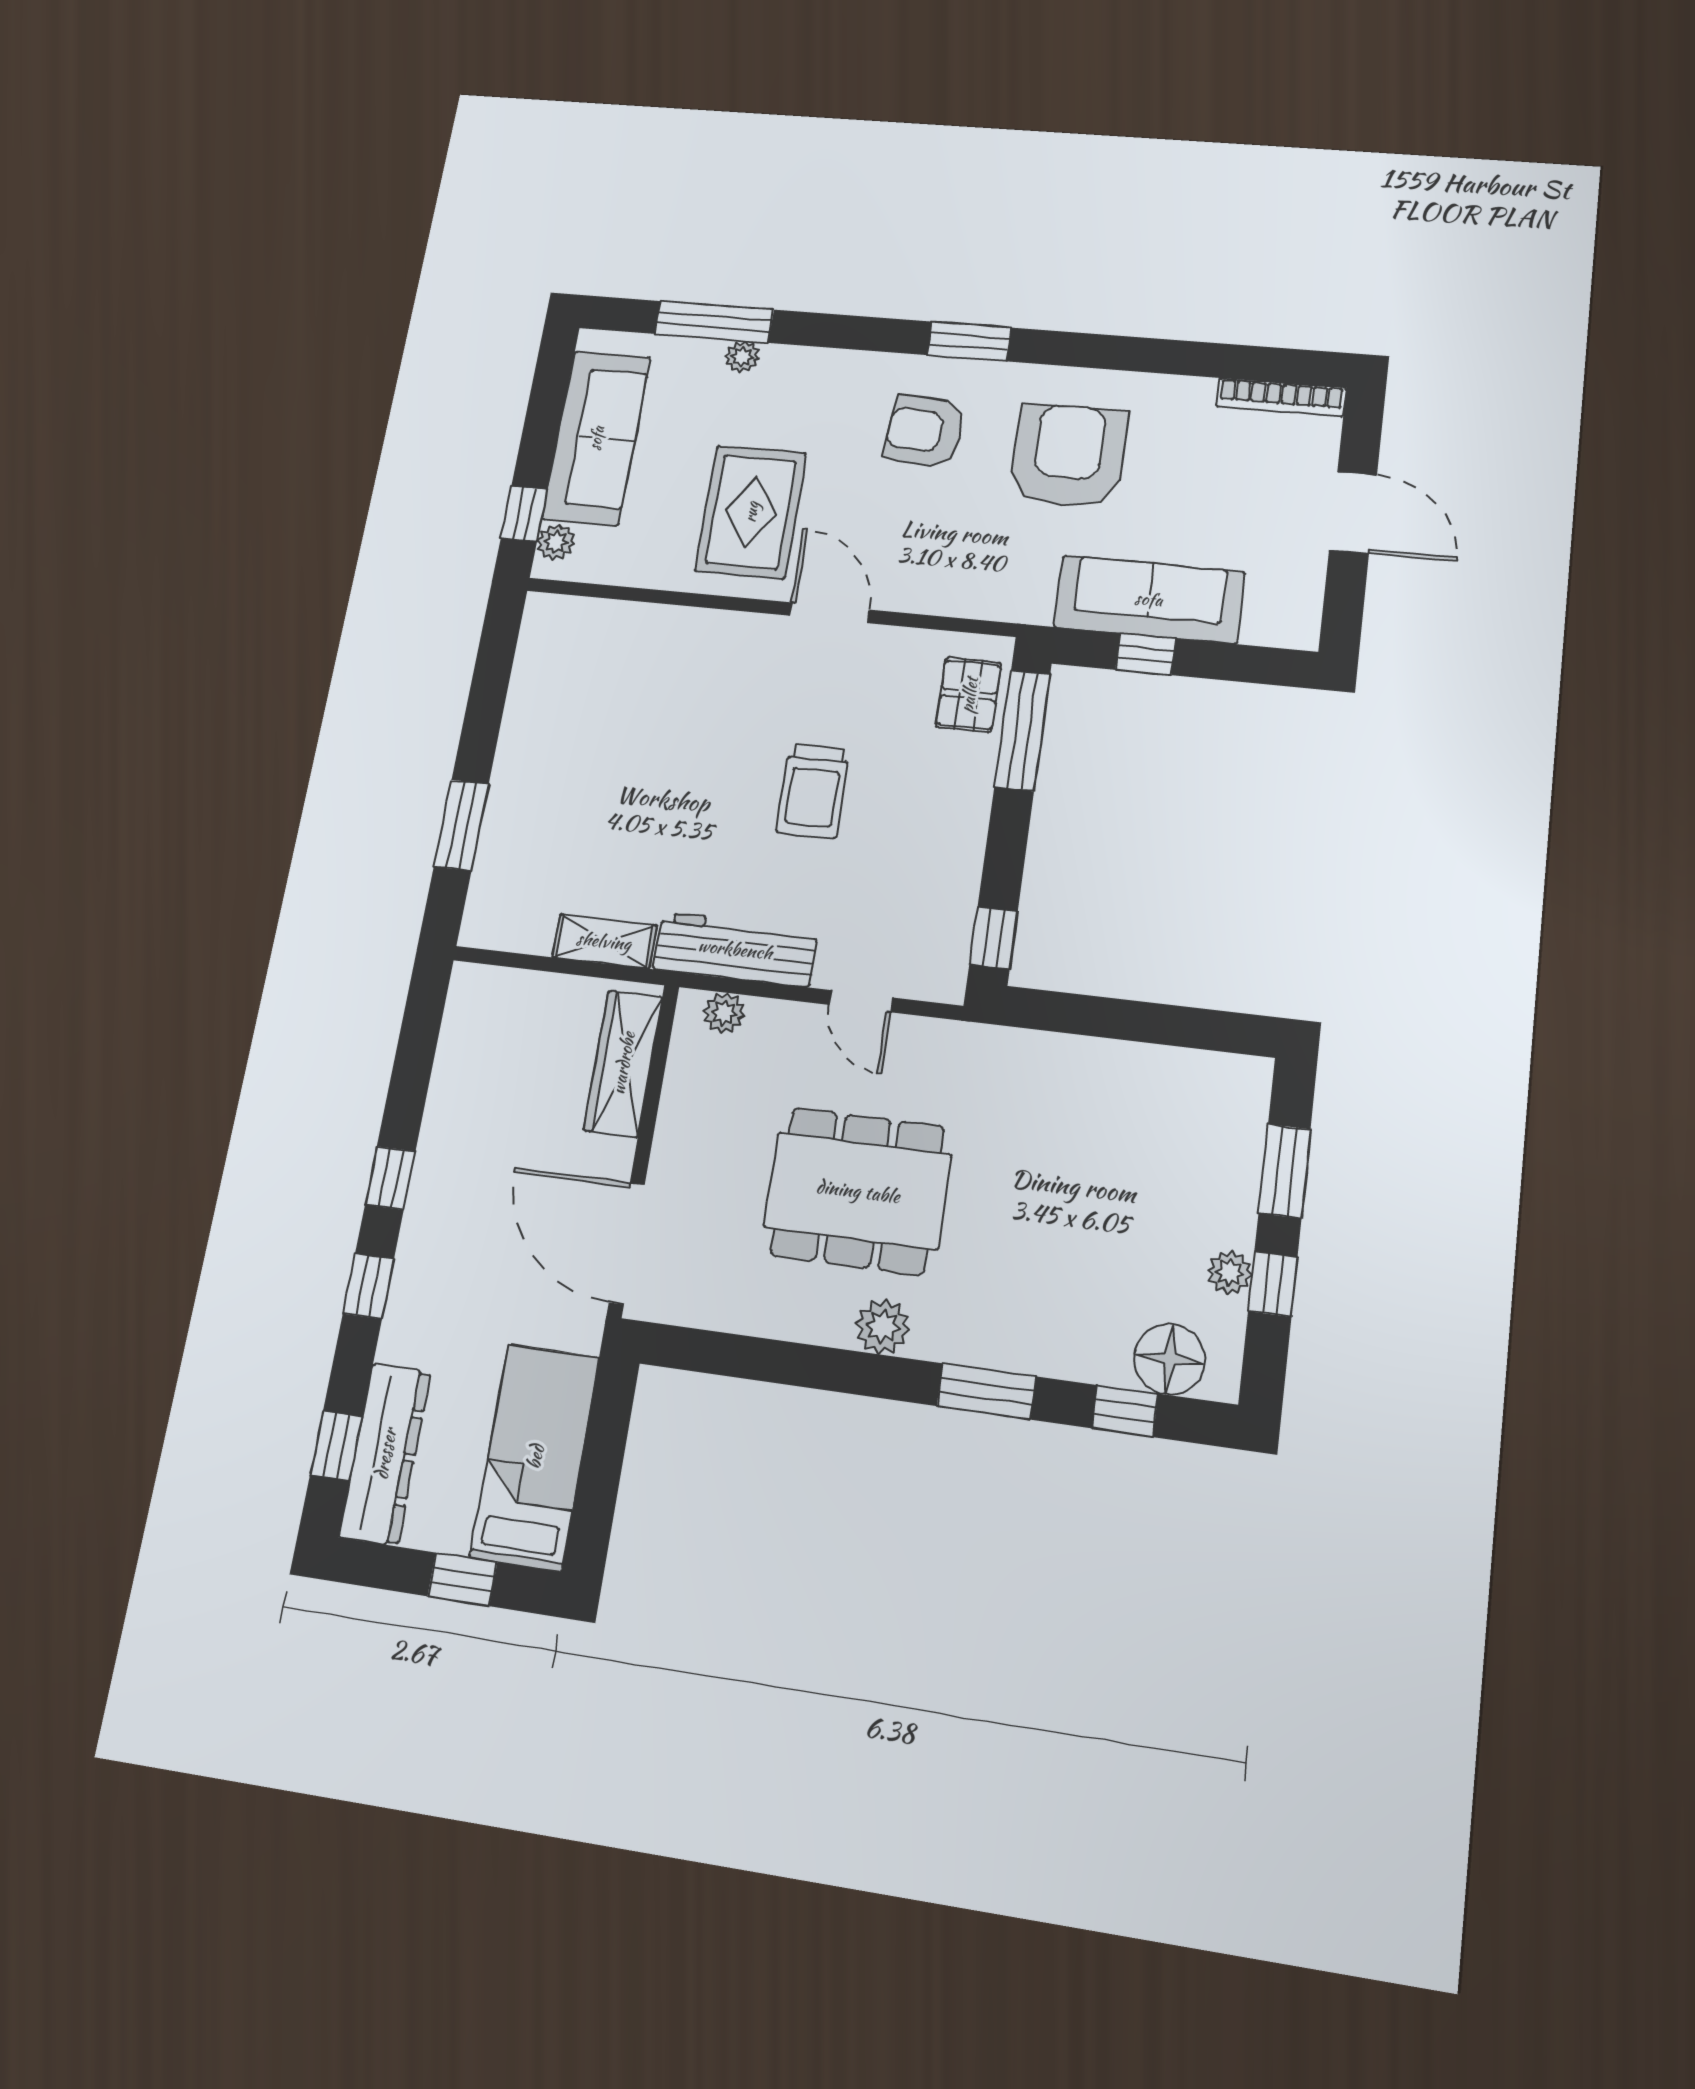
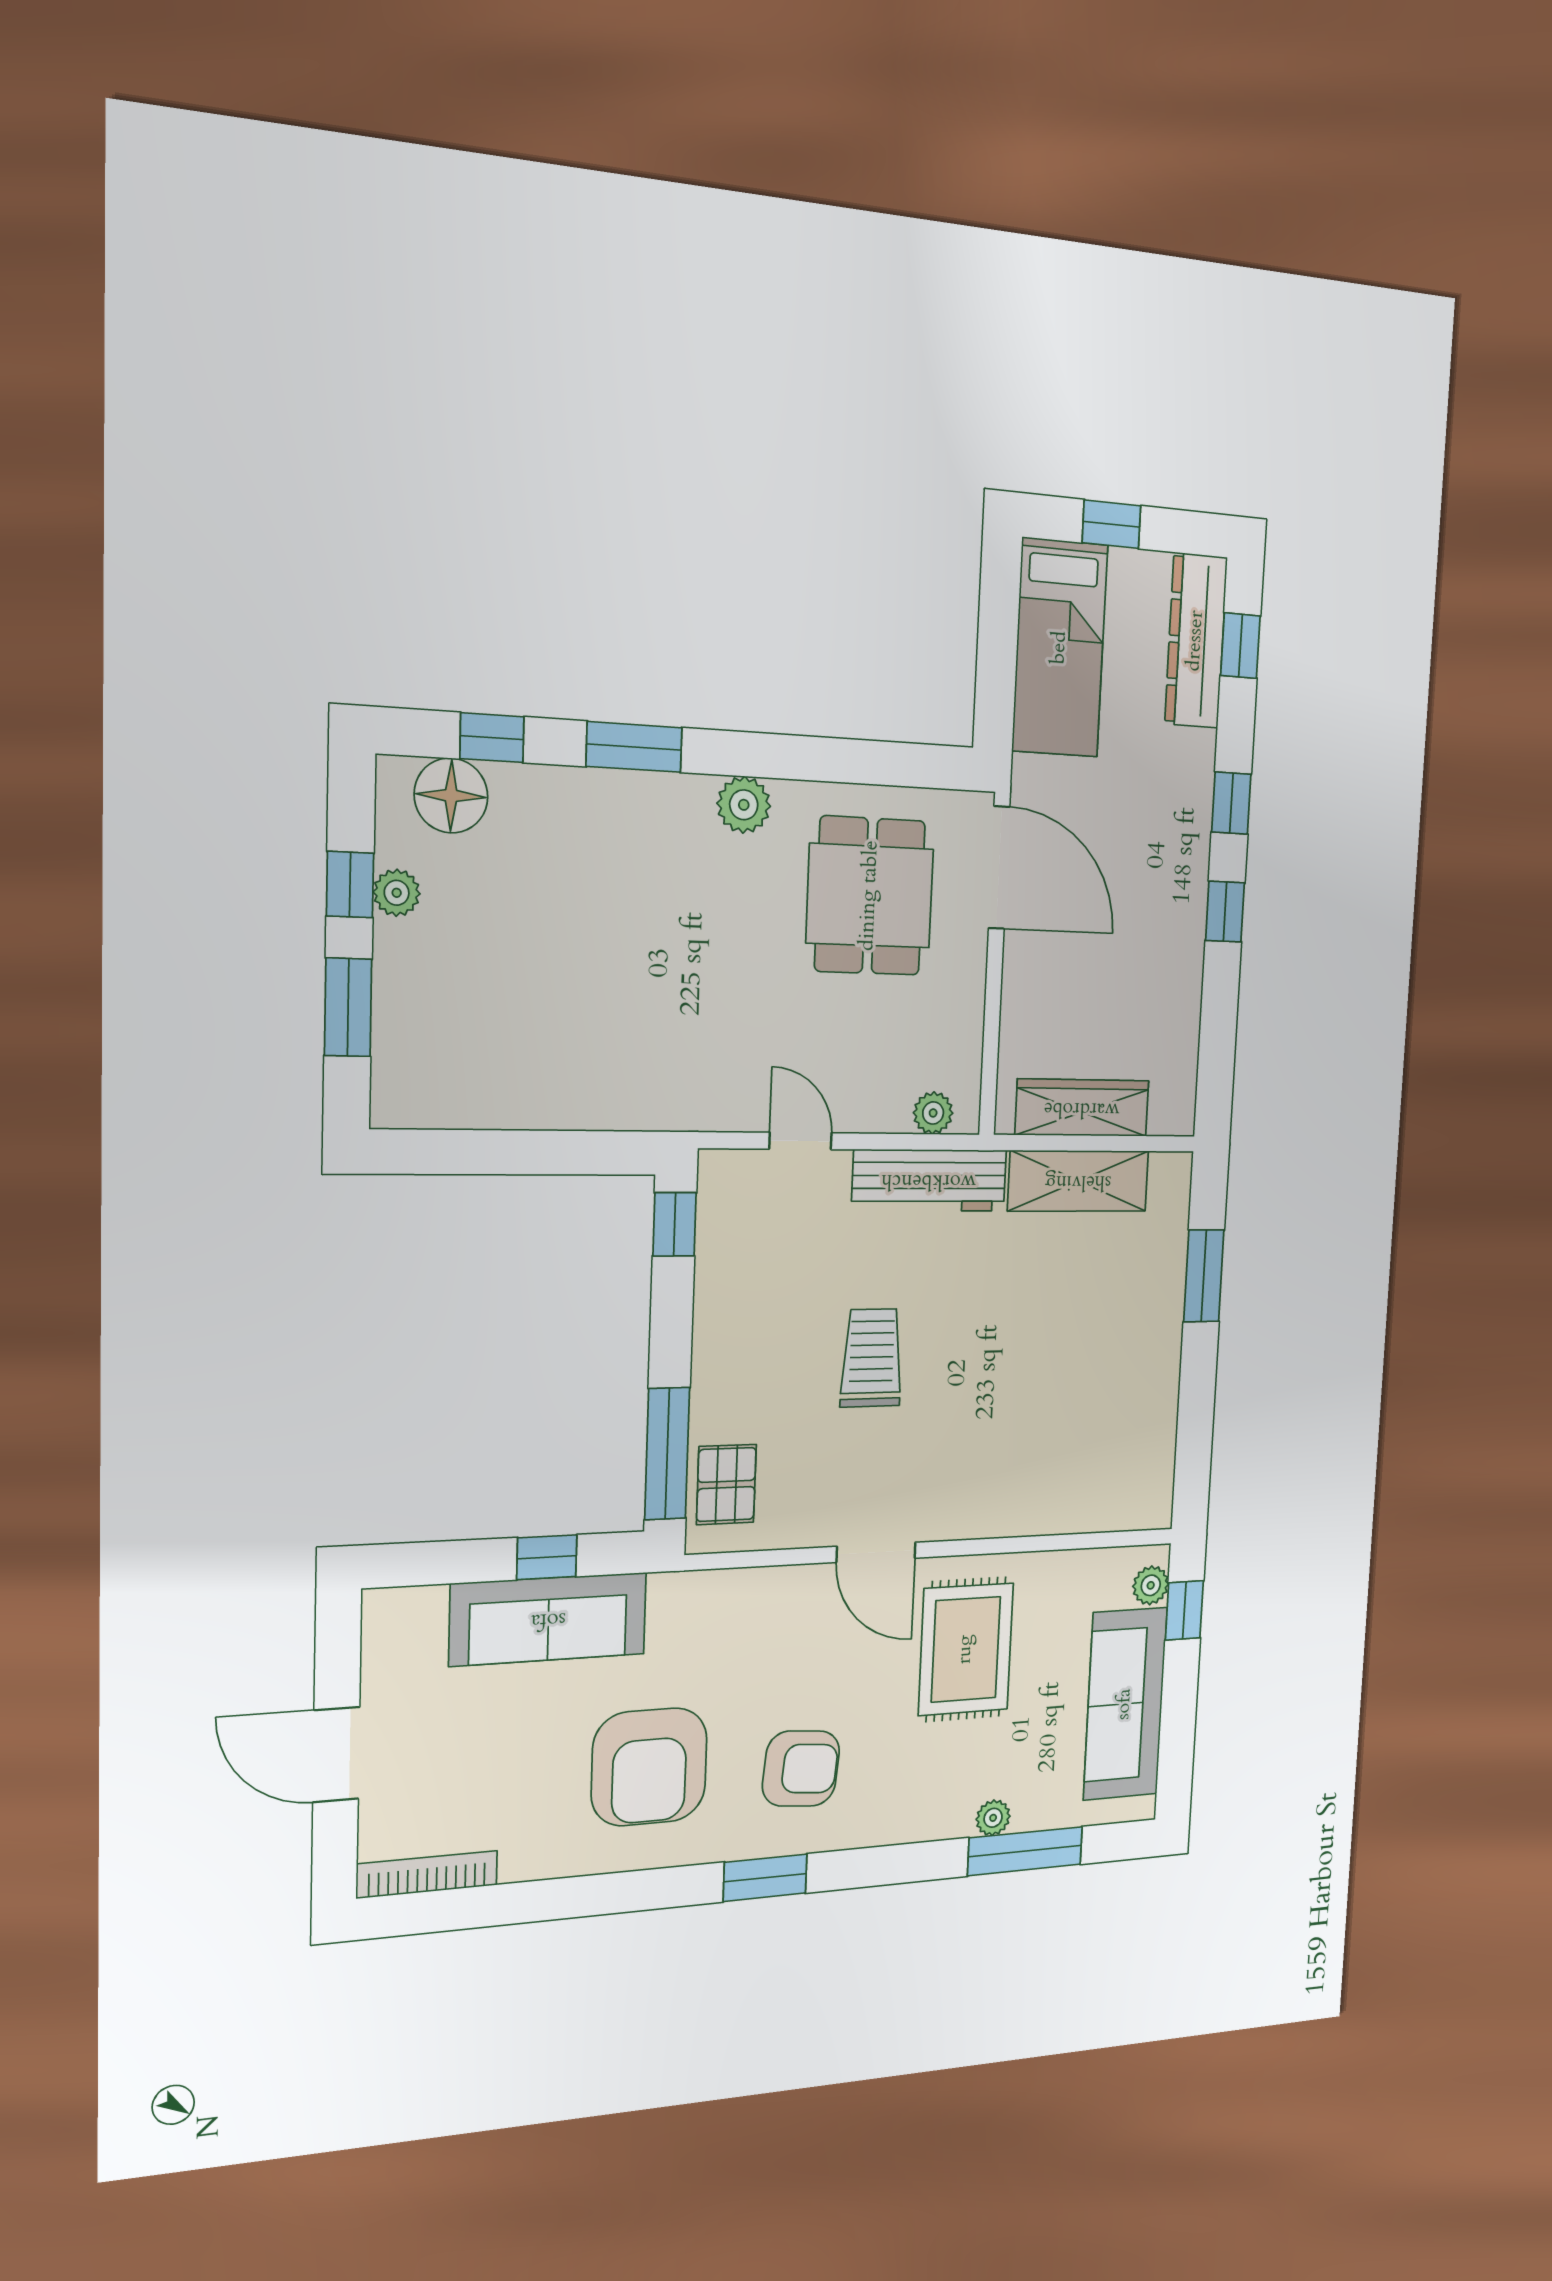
shelving: (604, 941) -> (1078, 1181), width x1.50, depth x1.33
wardrobe: (623, 1063) -> (1082, 1108), moved, turned -90
dining table: (858, 1191) -> (870, 896), moved, width x0.73

